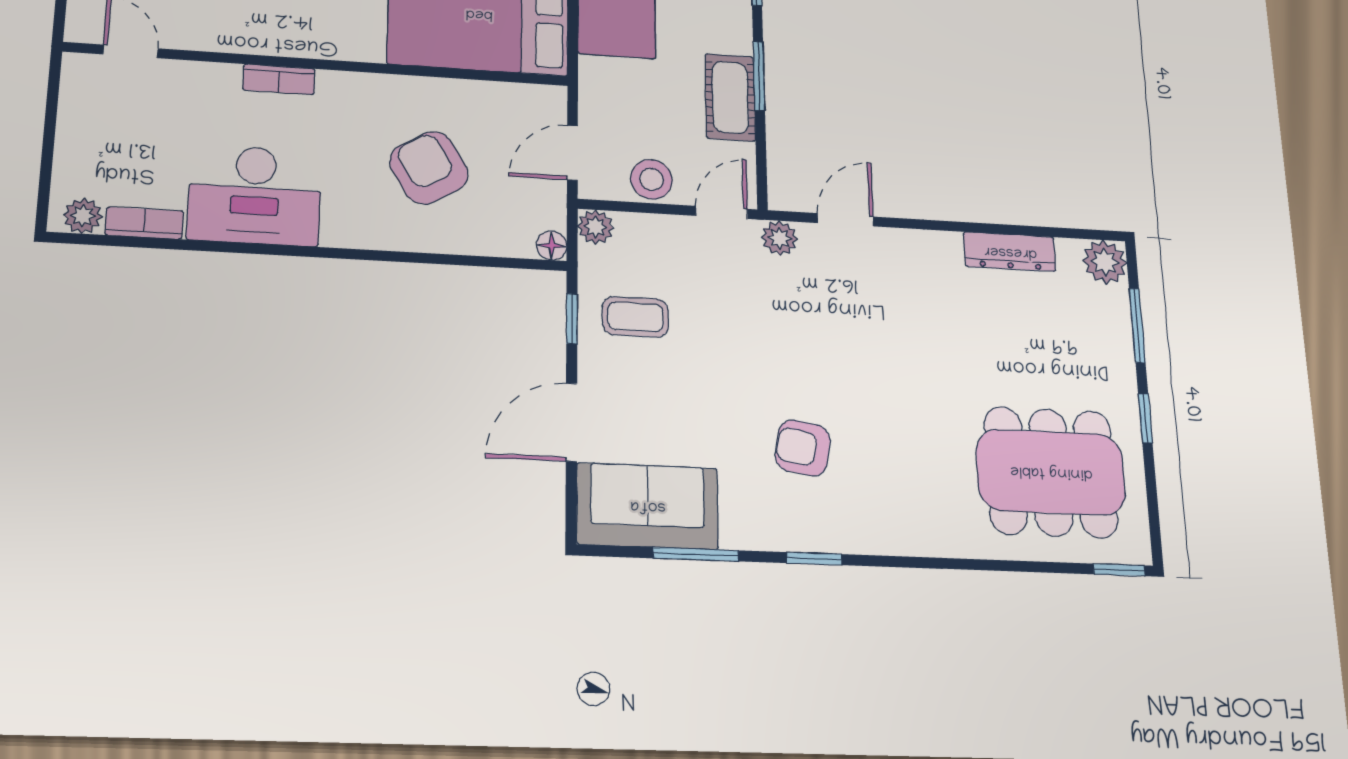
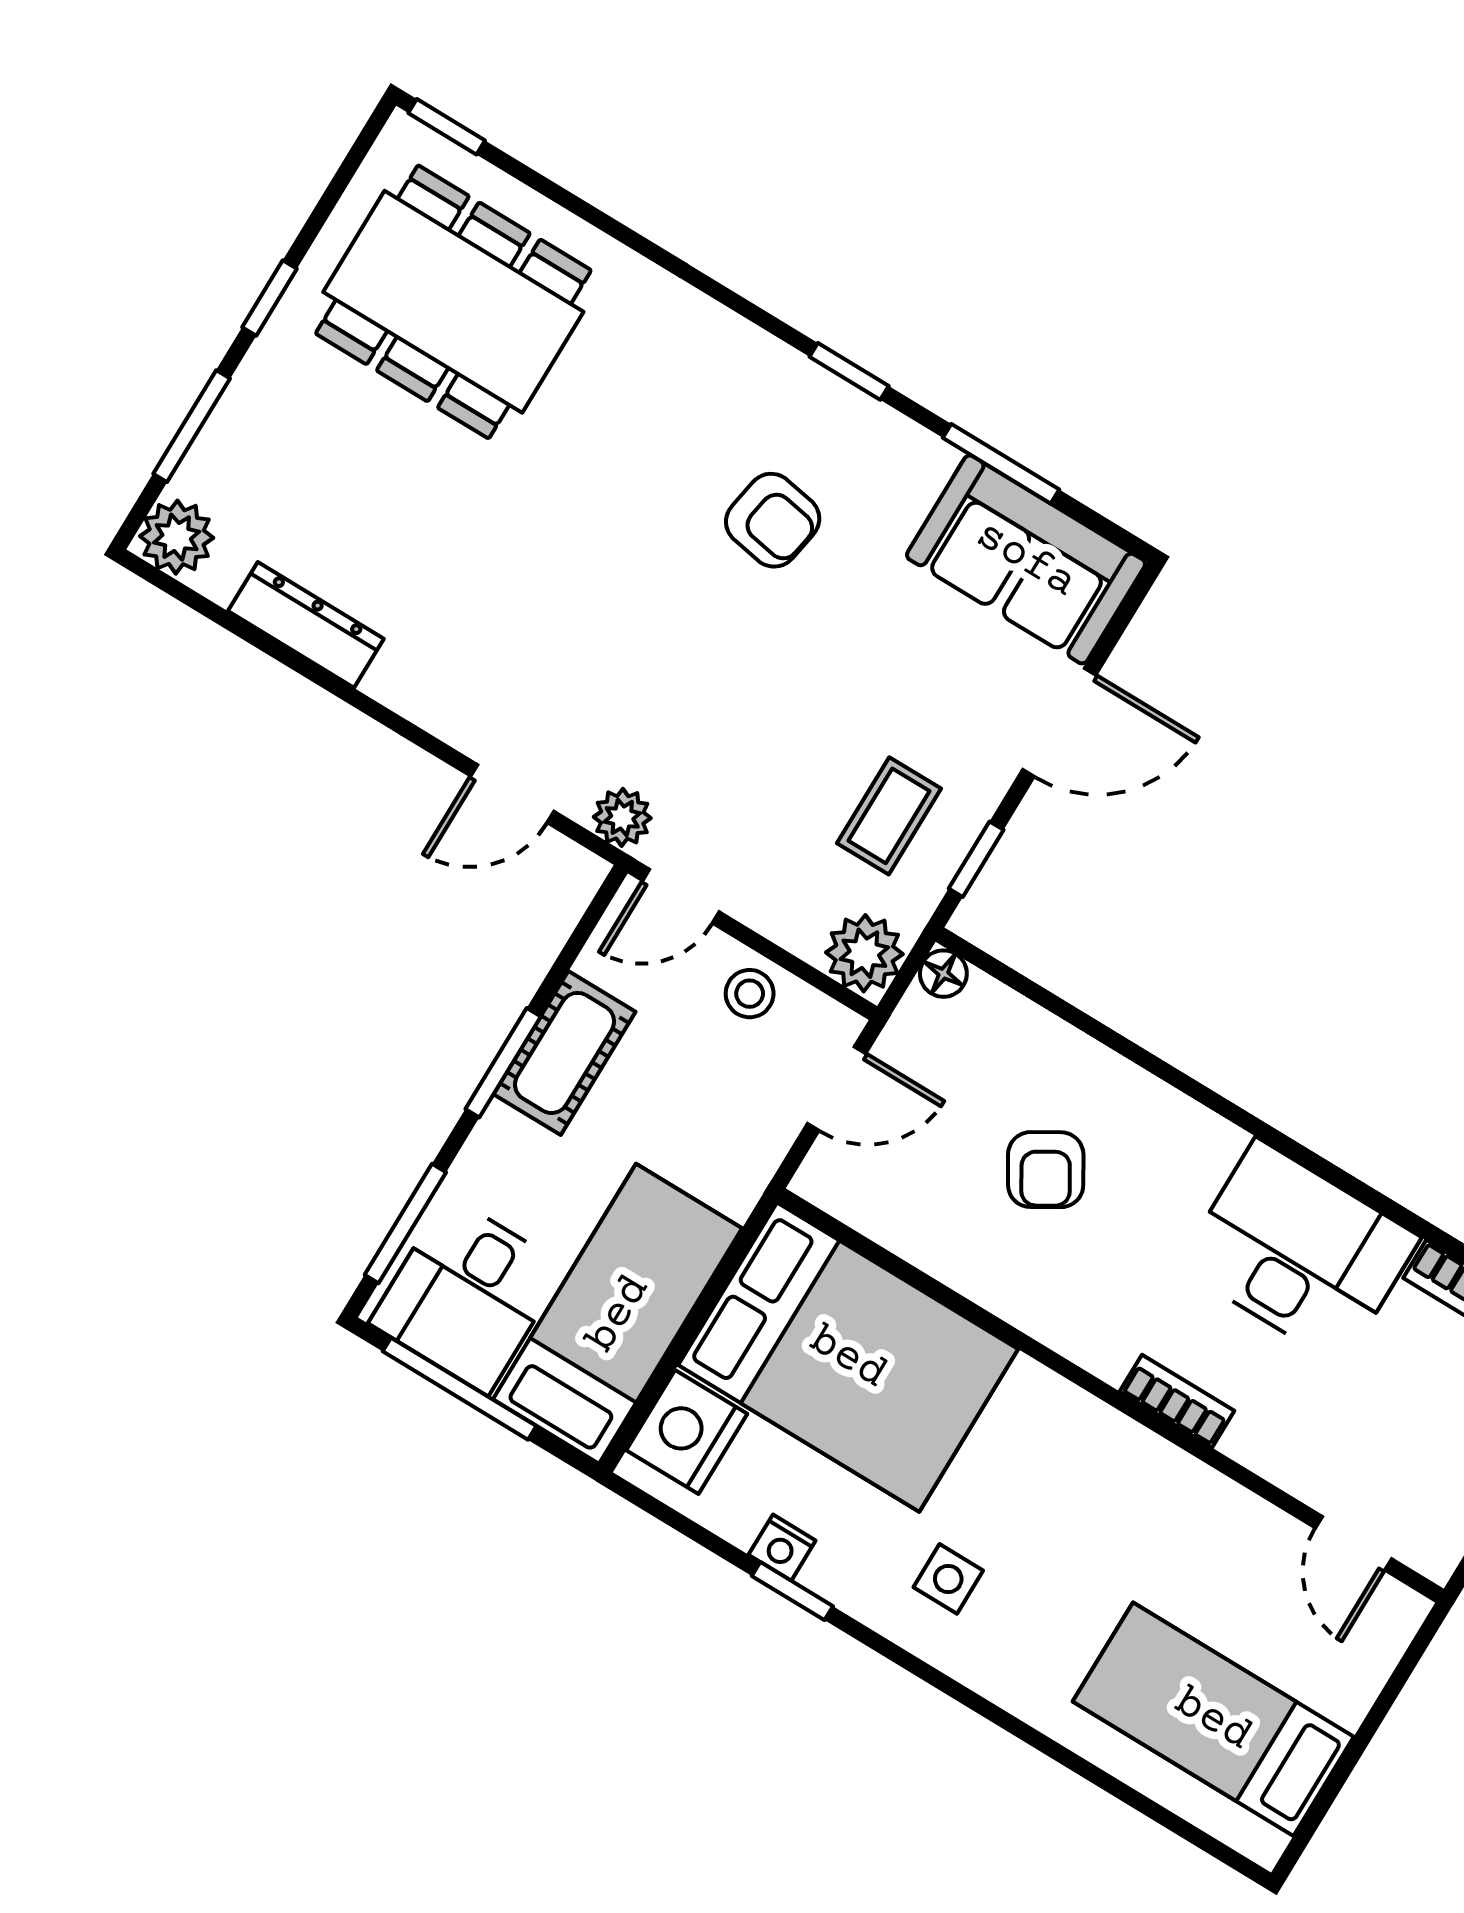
armchair: (429, 168) -> (1046, 1170), width x0.72, depth x0.72
stool: (652, 179) -> (750, 994), width x0.73, depth x0.73
plant: (596, 227) -> (864, 953), width x1.38, depth x1.38
coffee table: (635, 317) -> (889, 816), turned 90

